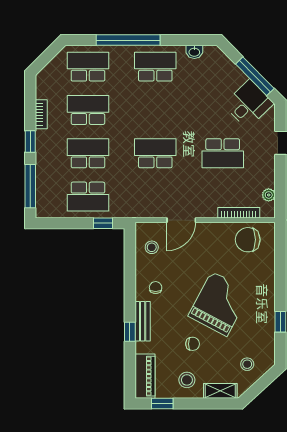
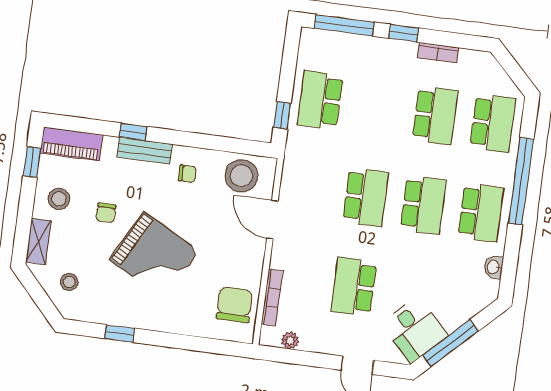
school desk: (88, 153) -> (423, 205), moved
stool: (152, 247) -> (241, 176), width x1.89, depth x1.89

